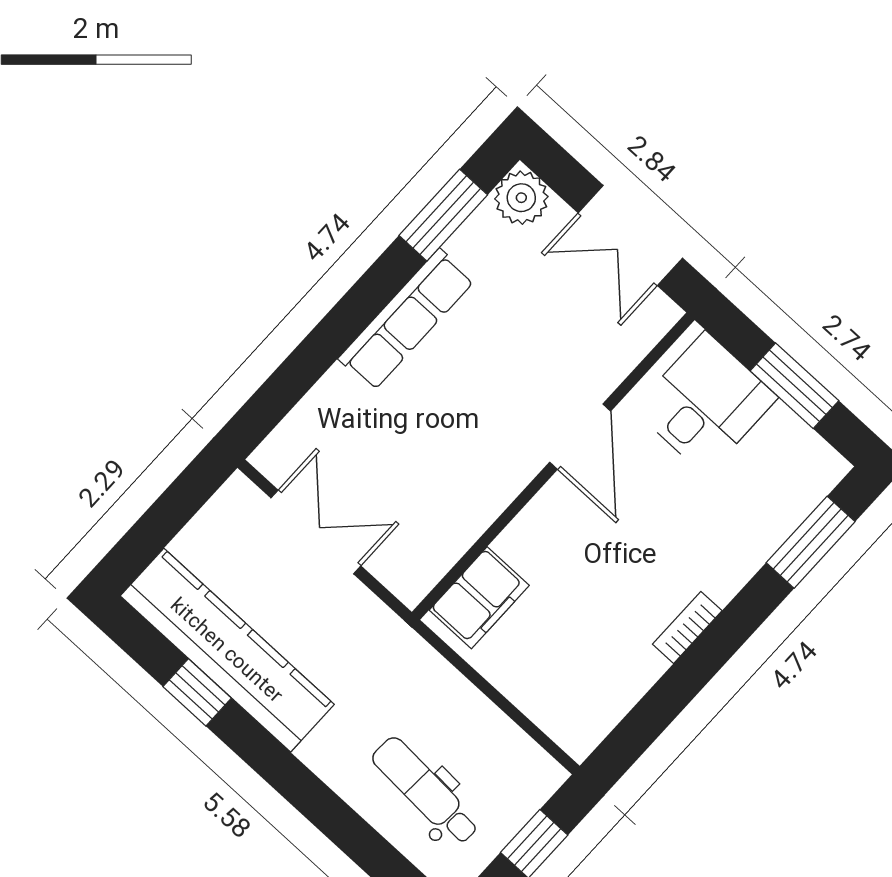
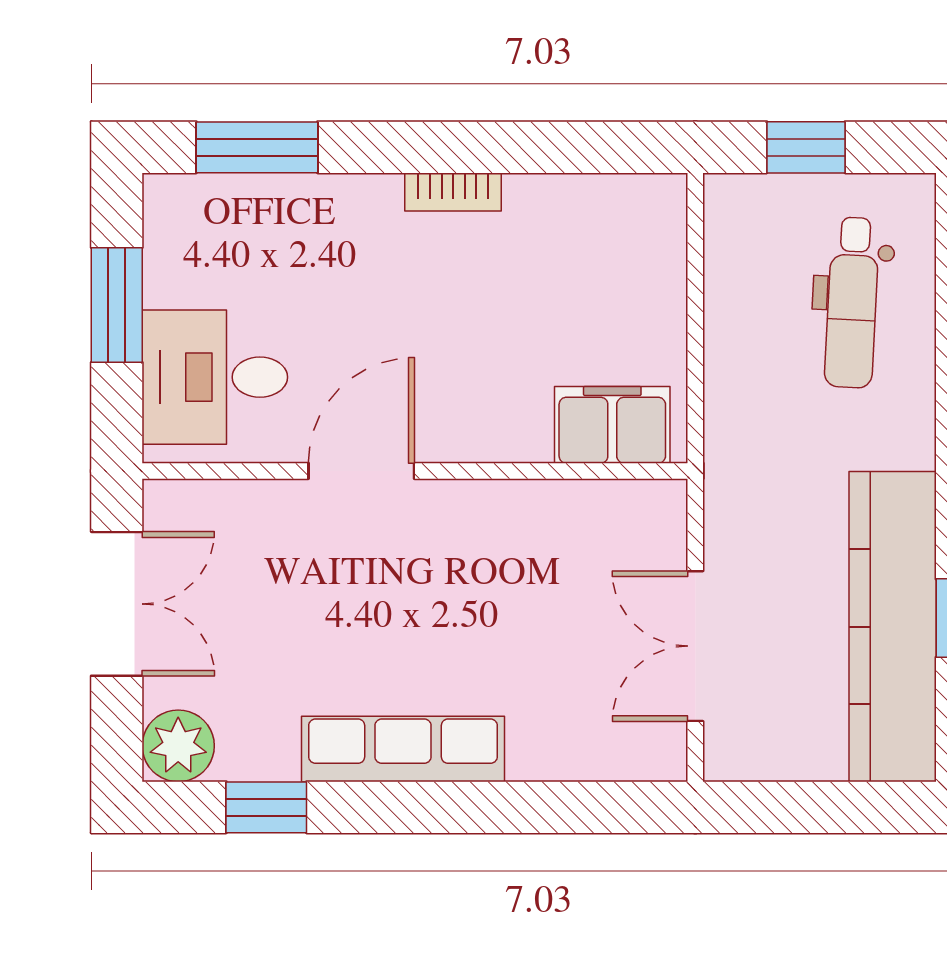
window: (443, 215) -> (266, 807), width x0.67

